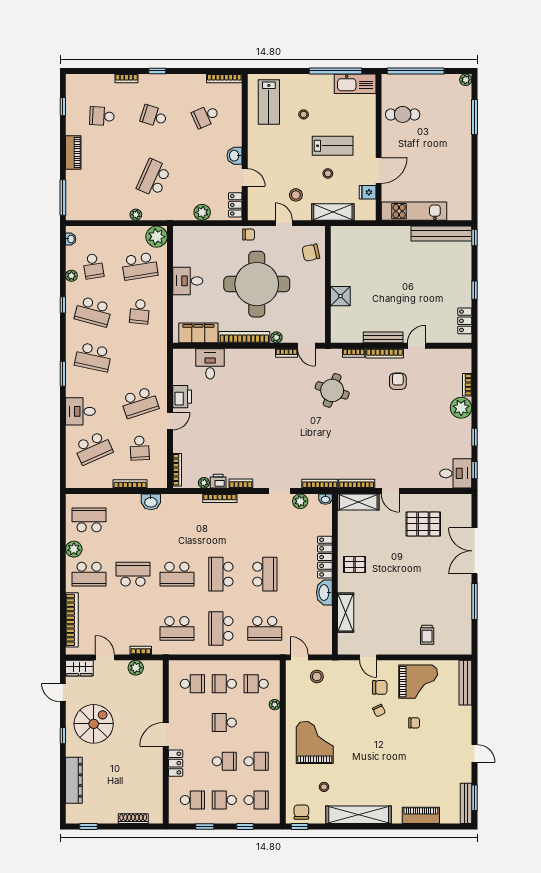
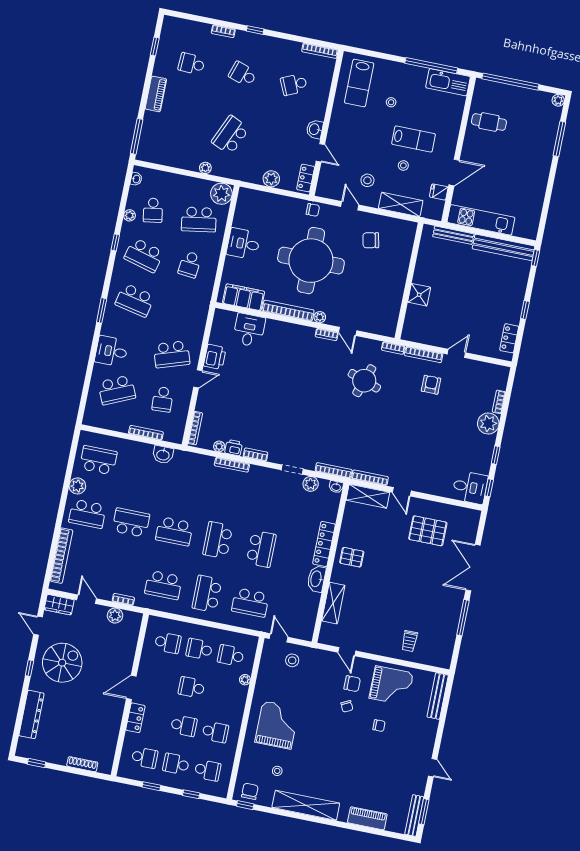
wall: (328, 284) -> (409, 281), moved
shower: (340, 296) -> (419, 295), moved
bench: (383, 337) -> (453, 235), moved

